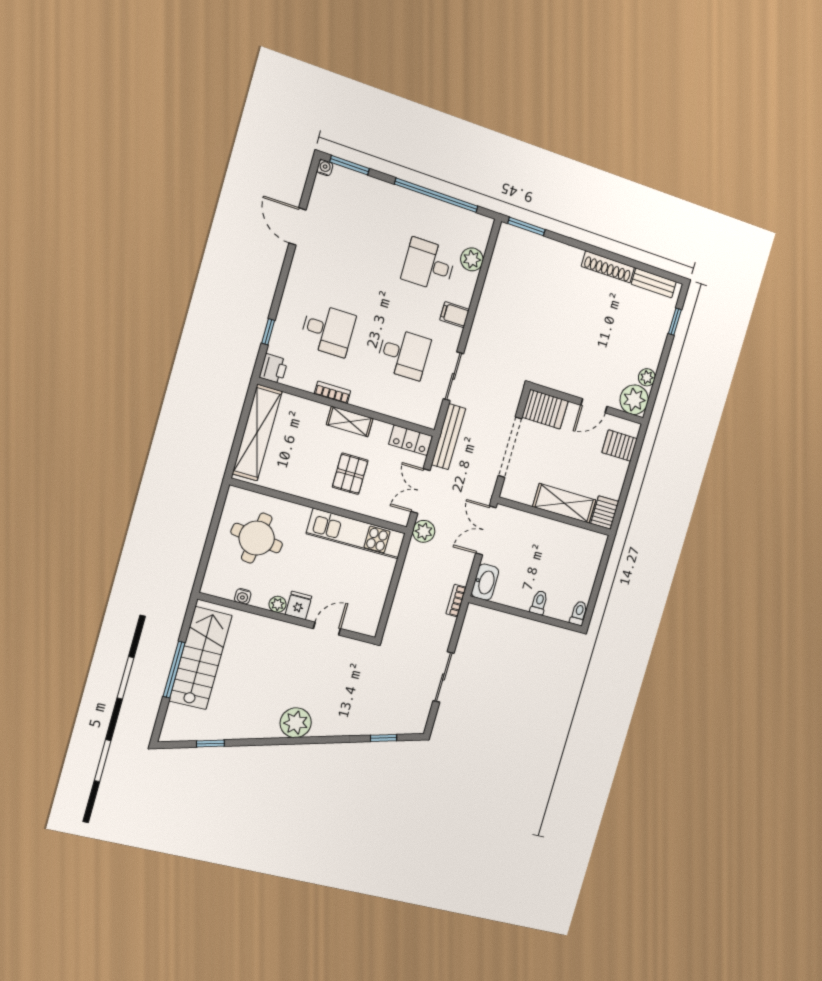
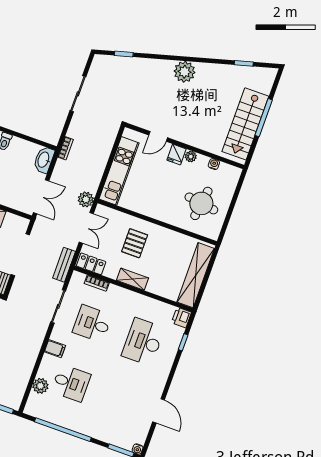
desk: (328, 330) -> (143, 342), width x1.37
bookcase: (333, 392) -> (97, 283), moved
bench: (449, 437) -> (64, 265), width x0.73
kitchen unit: (356, 534) -> (119, 171), moved, turned 90

